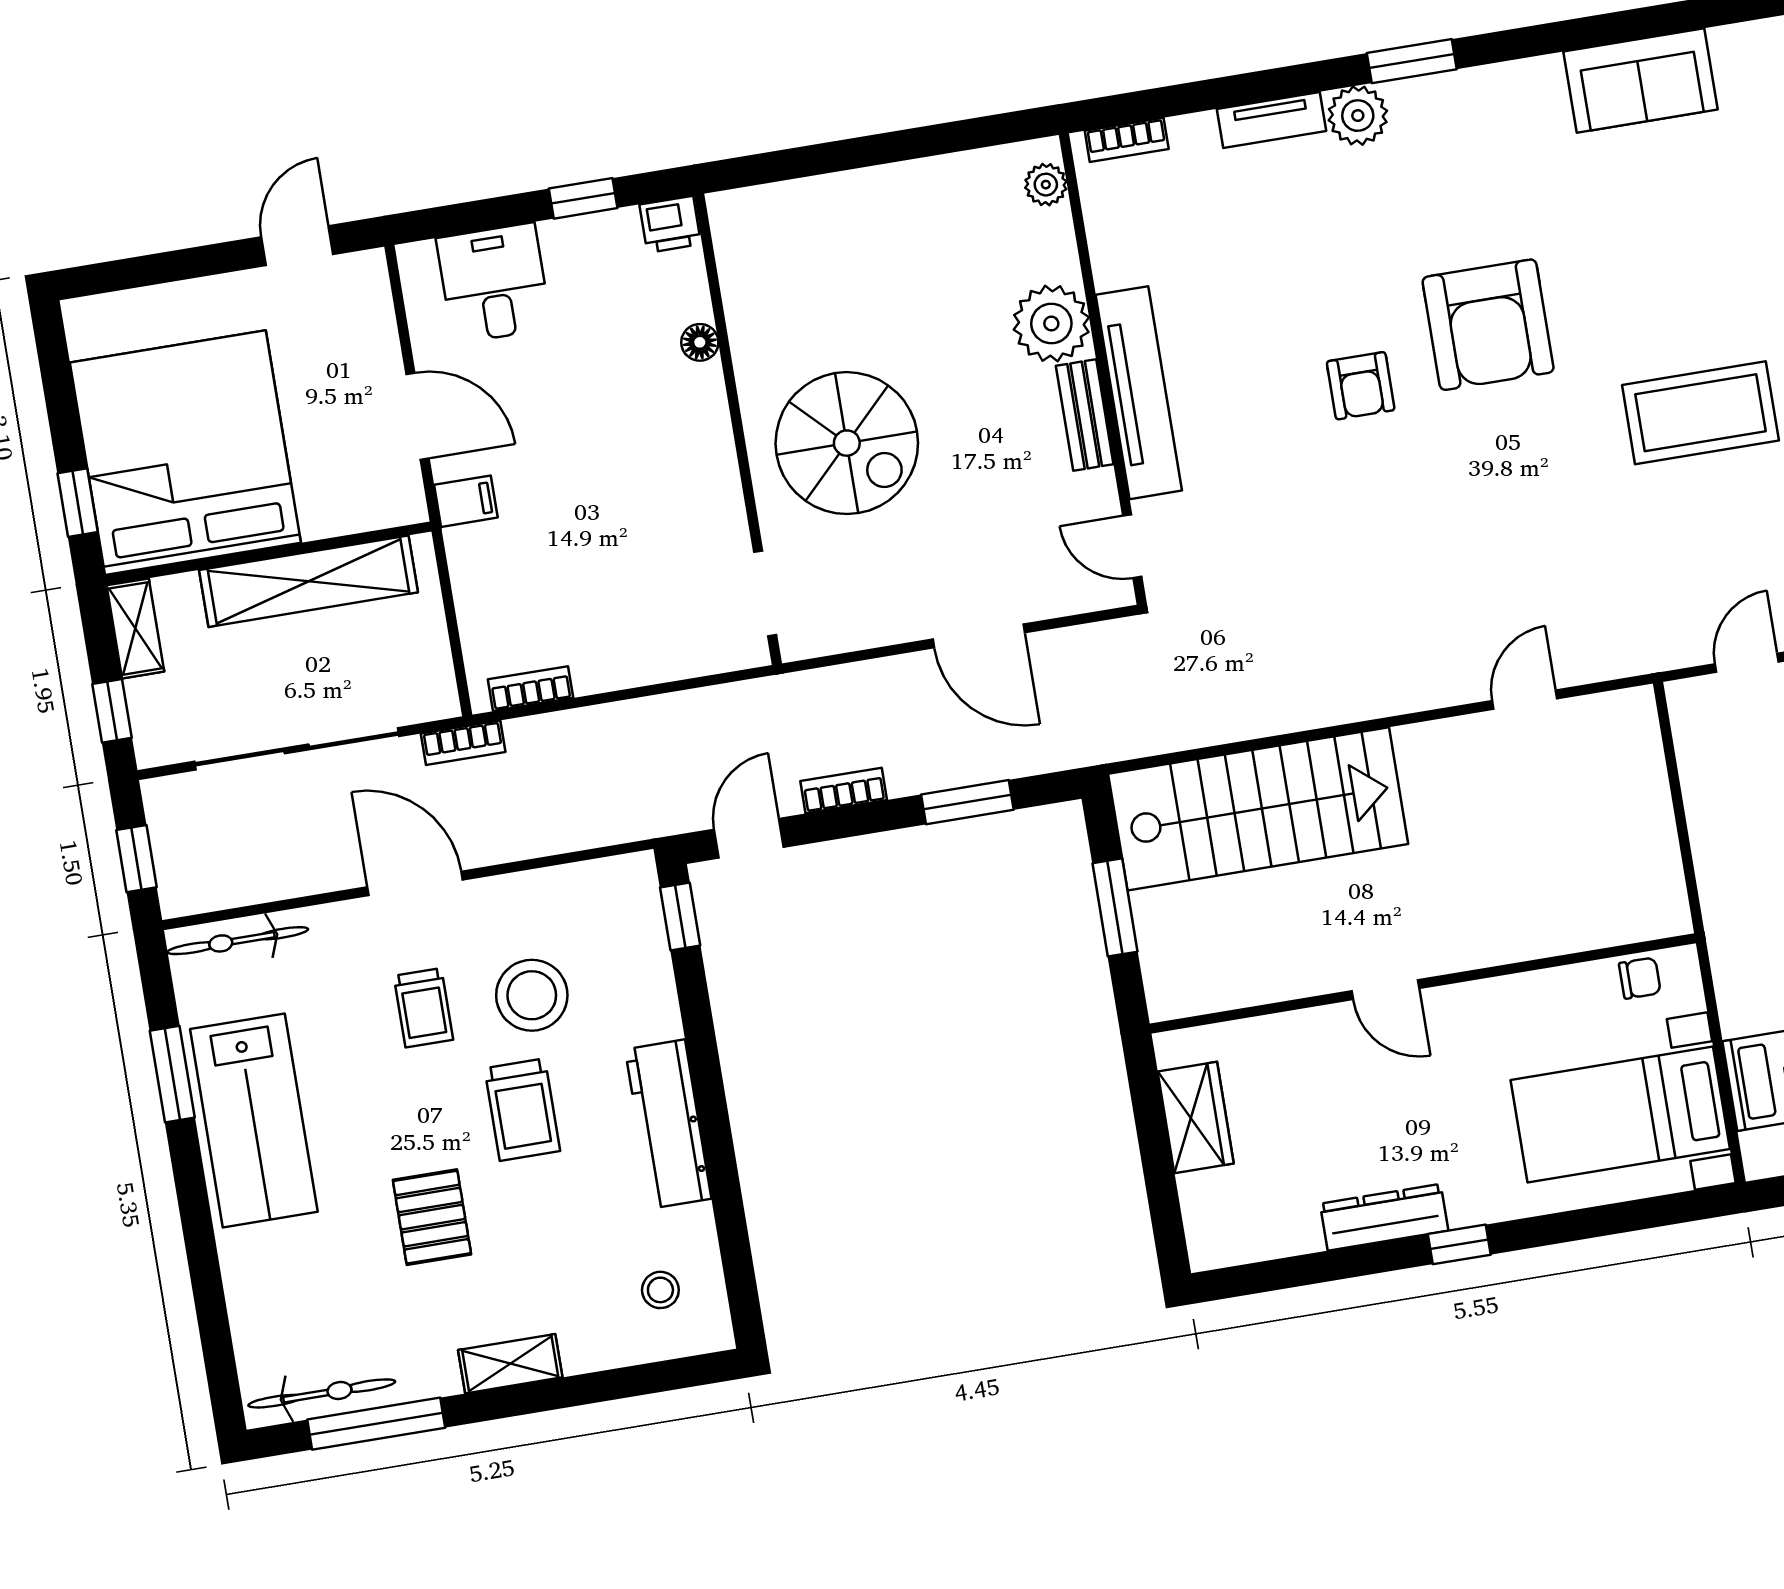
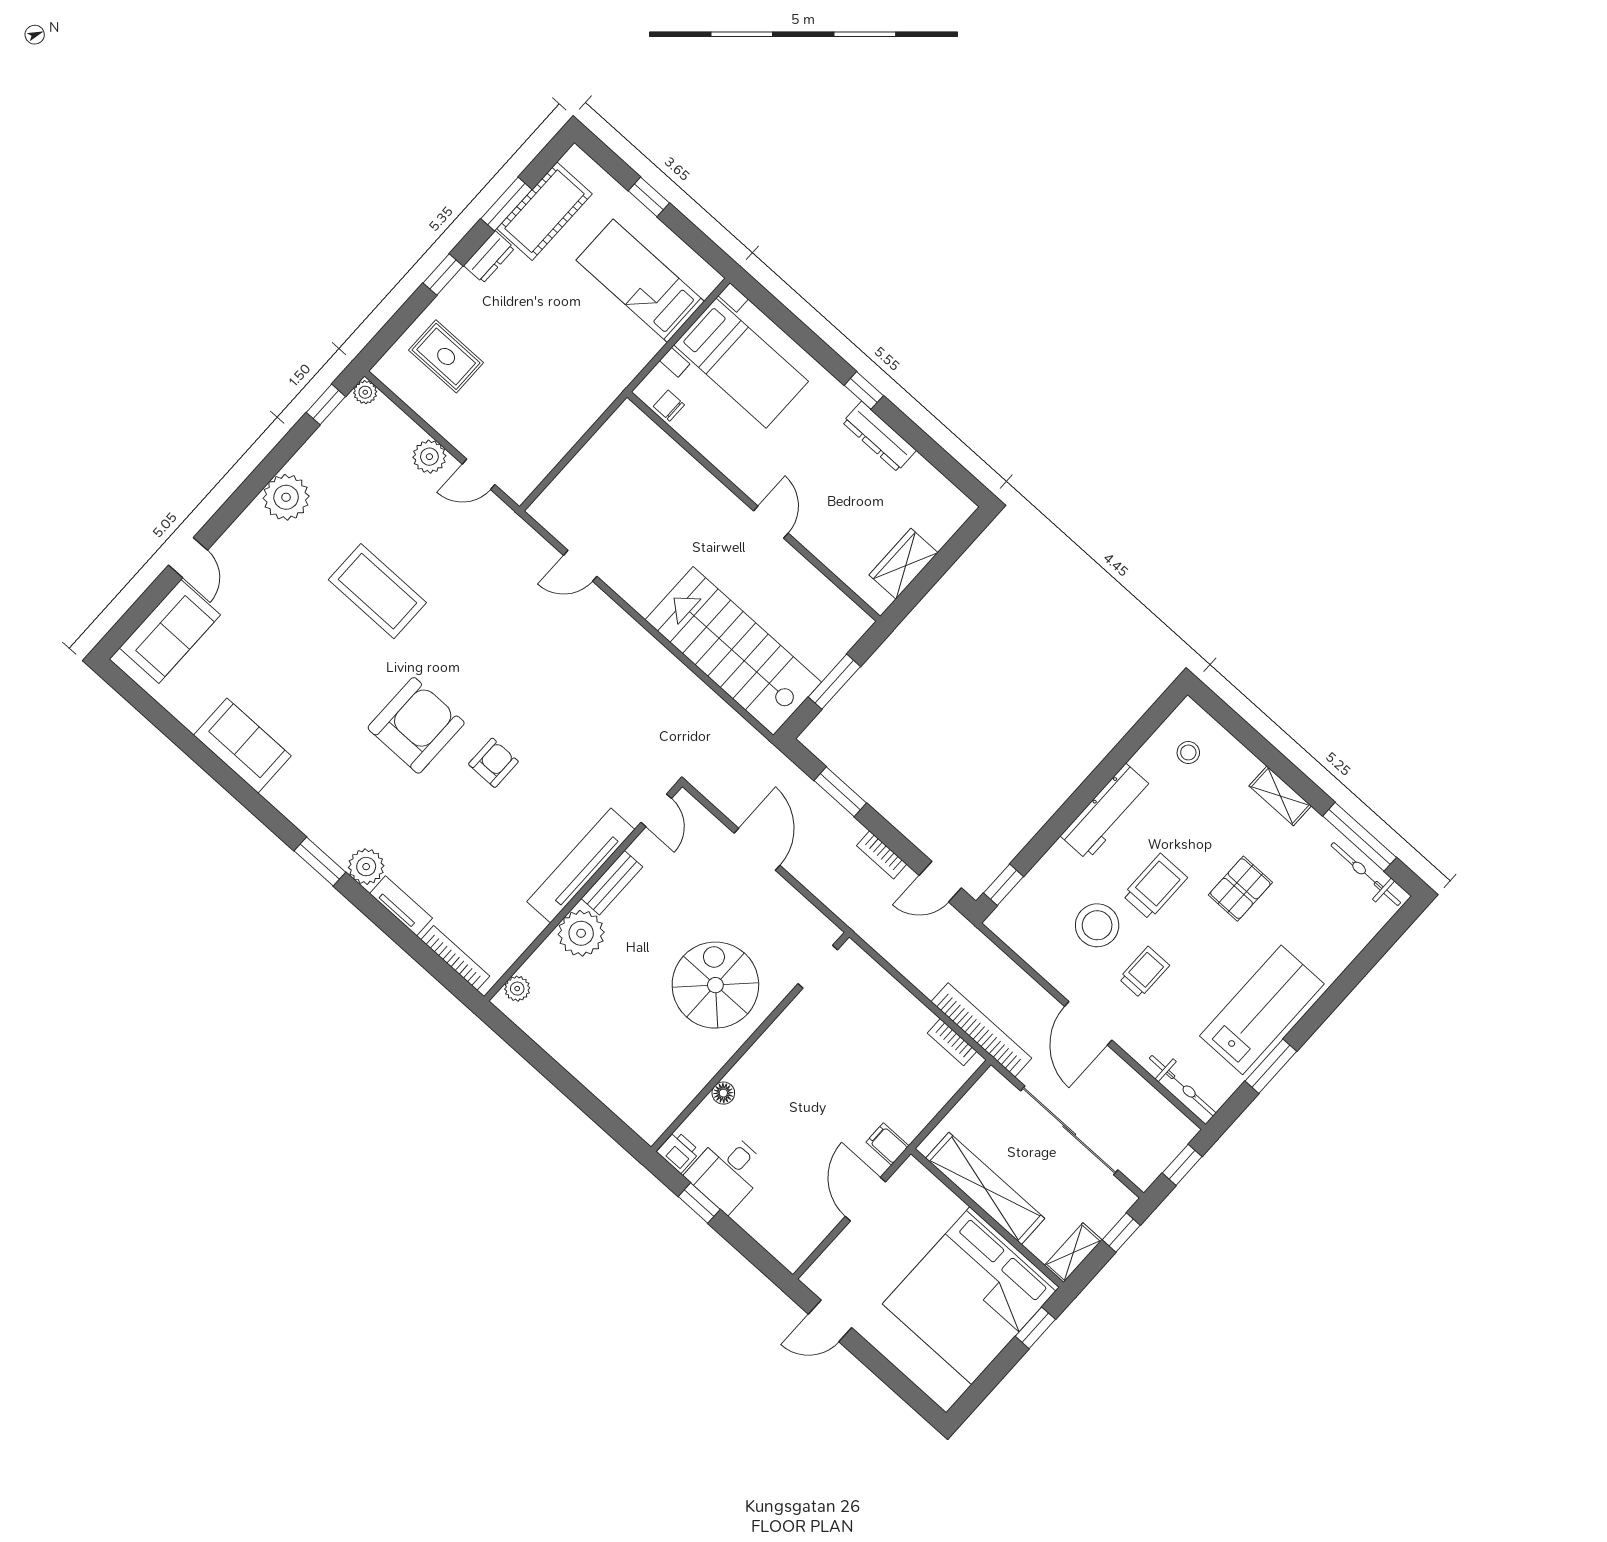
bookcase: (1127, 140) -> (455, 958), width x1.56
desk: (494, 283) -> (727, 1172), moved
bookcase: (463, 743) -> (981, 1030), width x2.31, depth x1.31

